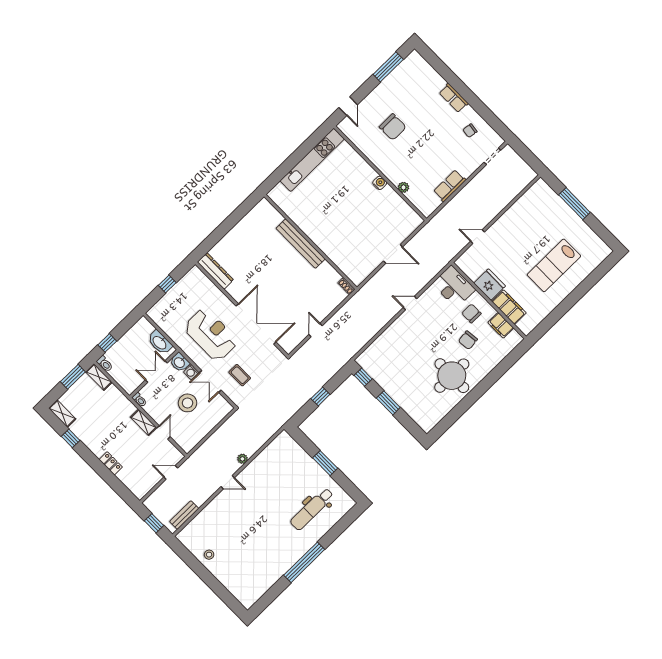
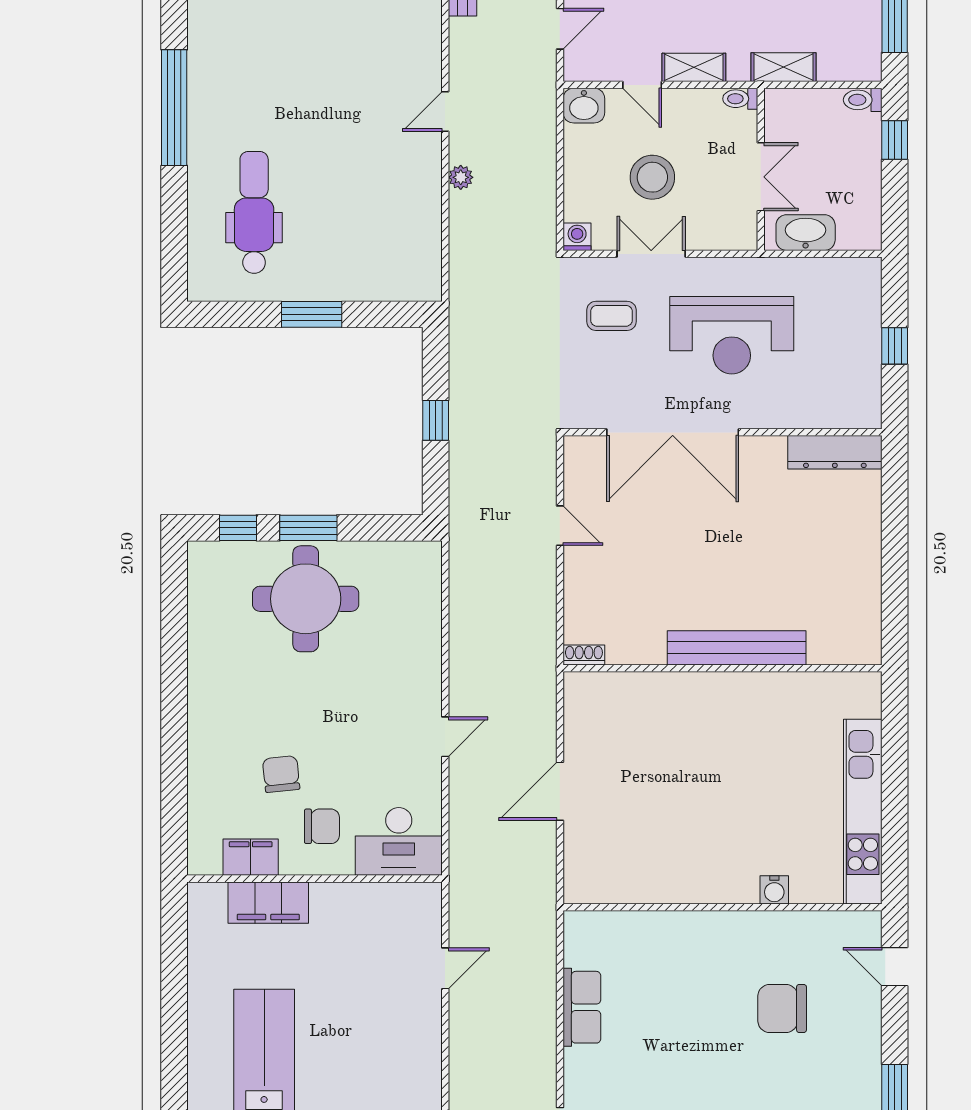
water cooler: (380, 183) -> (774, 890), moved
plant: (404, 187) -> (658, 924), removed
fridge: (490, 285) -> (341, 907), removed
washbasin: (180, 362) -> (584, 106), moved, turned 180
washing machine: (191, 372) -> (577, 237), moved
round table: (452, 376) -> (306, 599), moved
shelving: (99, 377) -> (783, 67), moved
window: (363, 377) -> (238, 528), moved

